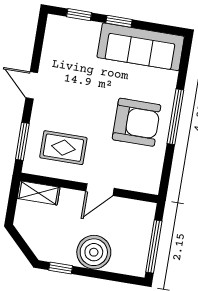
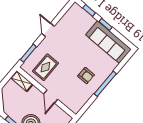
armchair: (137, 122) -> (86, 76), width x0.53, depth x0.53
rug: (63, 148) -> (45, 67), turned 90
door: (100, 190) -> (51, 96), hinge flipped

